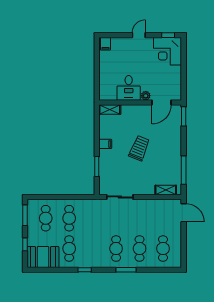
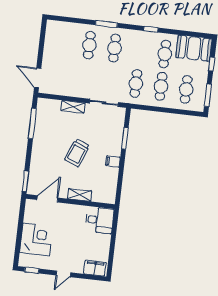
filing cabinet: (105, 44) -> (95, 268), width x2.00
corner desk: (168, 51) -> (36, 240), moved
desk: (129, 88) -> (99, 220), moved, turned 90
plant: (146, 96) -> (64, 208), removed
shelving: (110, 110) -> (80, 195), moved
shelving: (166, 190) -> (73, 107), moved
cafe table: (163, 249) -> (136, 83), moved

